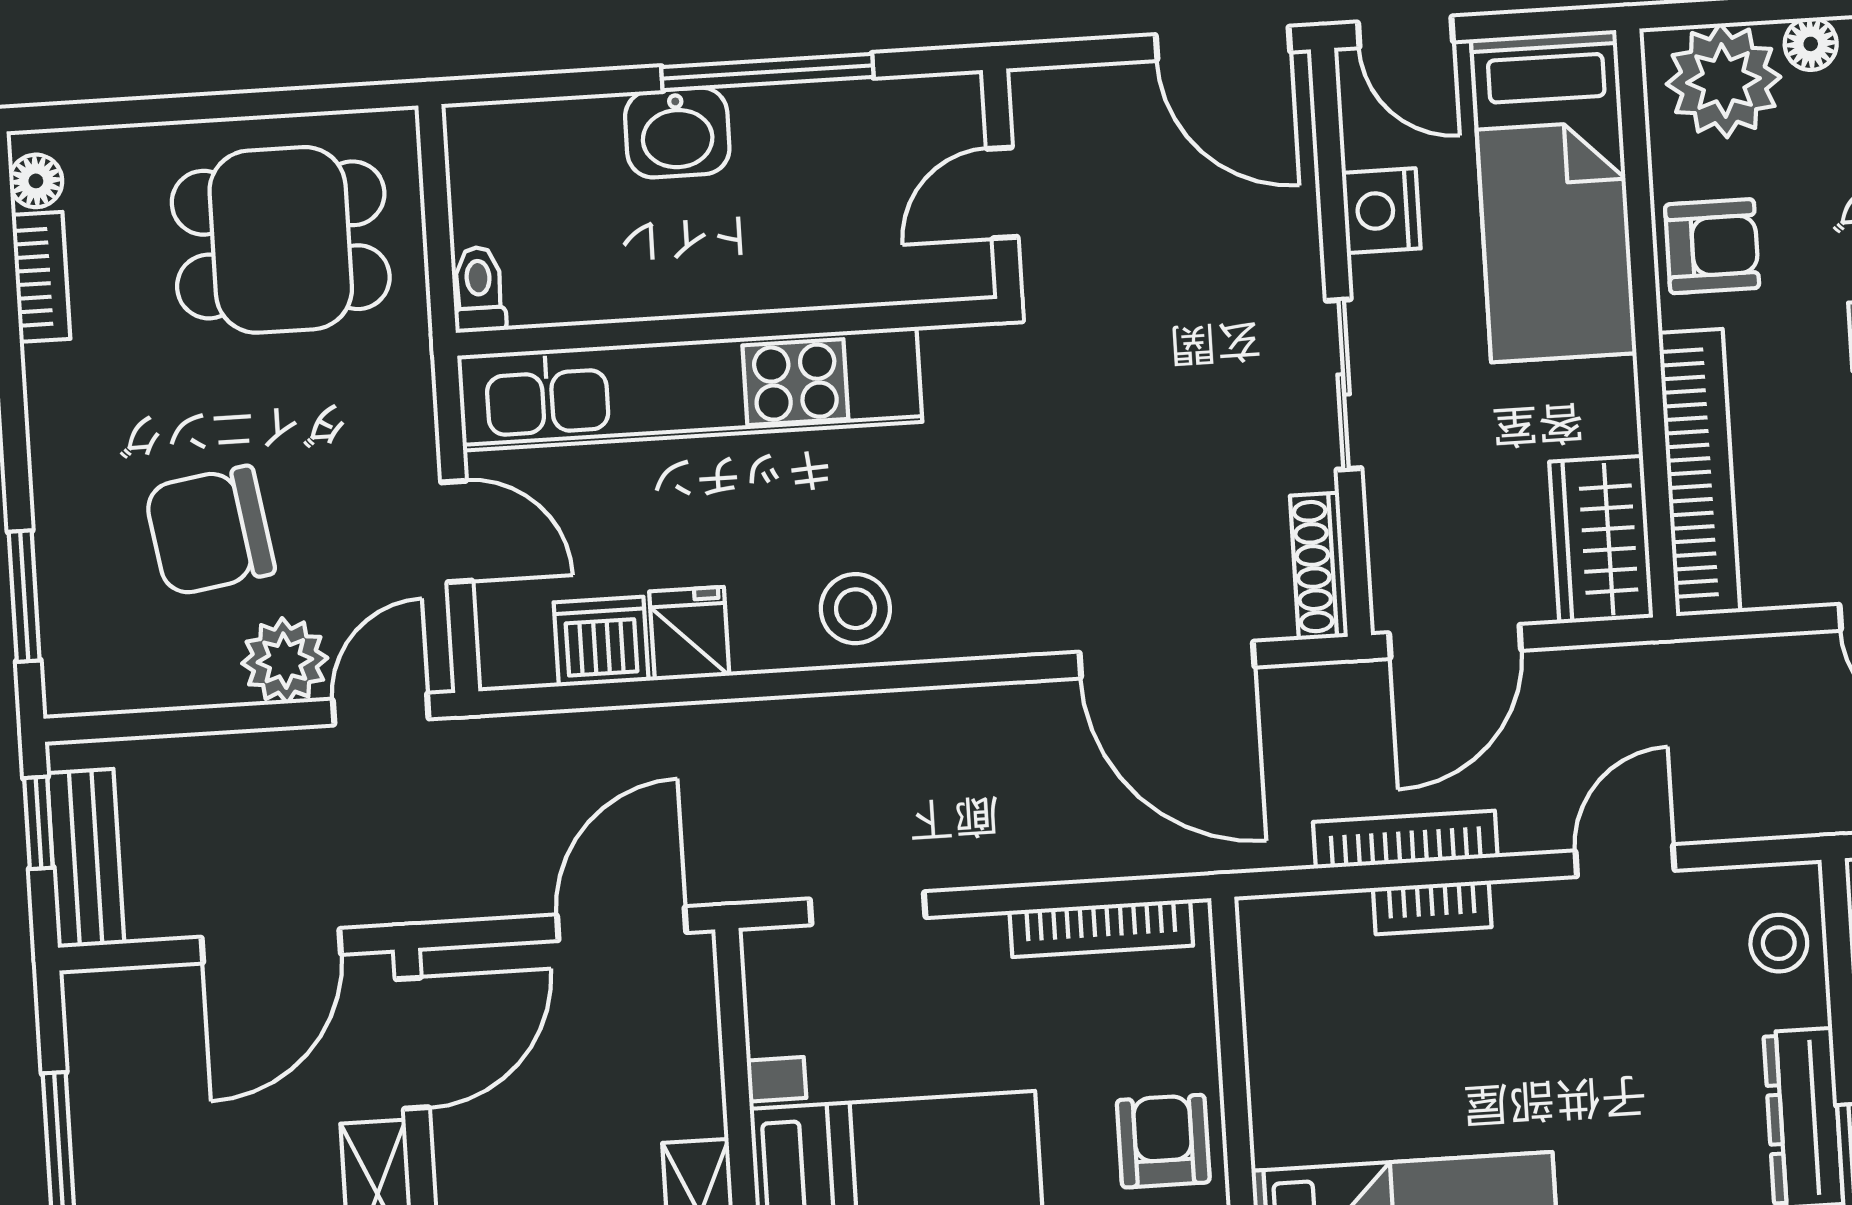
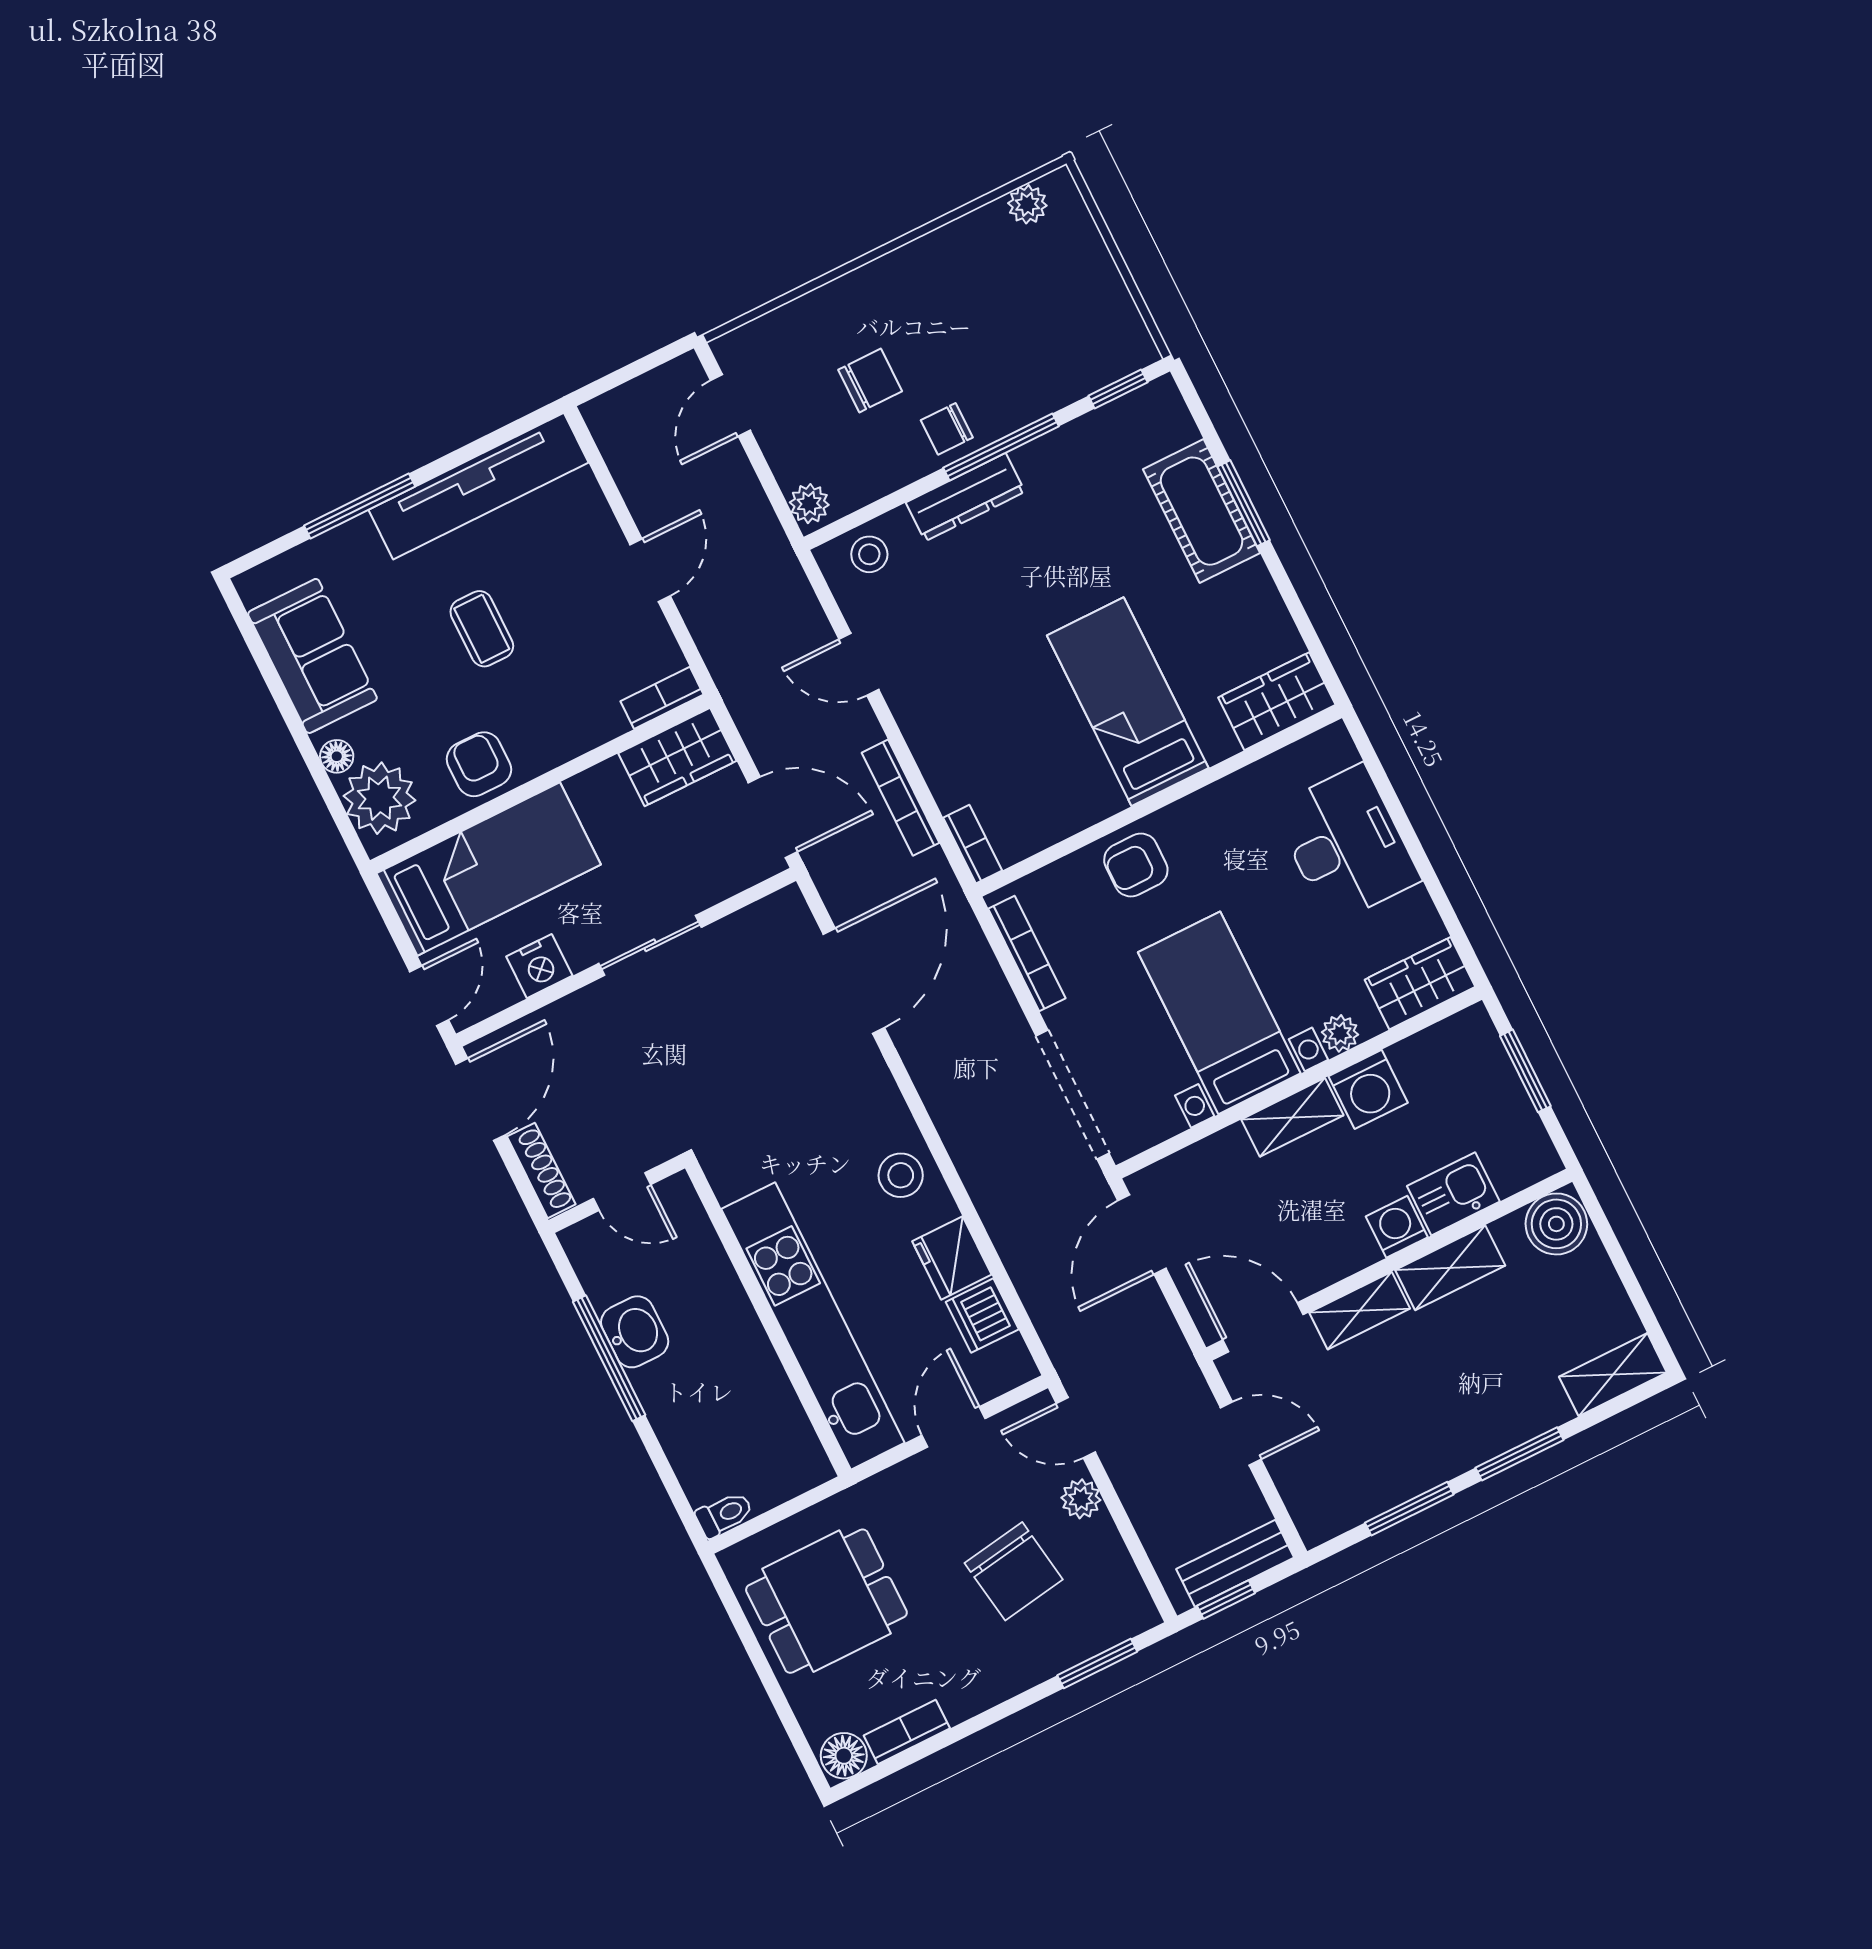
washbasin: (677, 133) -> (635, 1332), moved
floor lamp: (36, 181) -> (844, 1756), width x1.37, depth x1.37
dining table: (281, 240) -> (826, 1601), turned 90
toilet: (479, 289) -> (724, 1514), moved, turned 180
bookcase: (1699, 472) -> (662, 698), width x0.43, depth x0.76
shoe rack: (1319, 566) -> (541, 1170), moved, turned -90
fridge: (689, 634) -> (952, 1258), width x1.38
plant: (285, 661) -> (1081, 1499), width x0.73, depth x0.73
bookcase: (1432, 907) -> (973, 844), moved
doorway: (868, 908) -> (1072, 1095), width x1.88
door: (622, 924) -> (1142, 1234), hinge flipped
door: (271, 946) -> (1241, 1433), width x0.73

